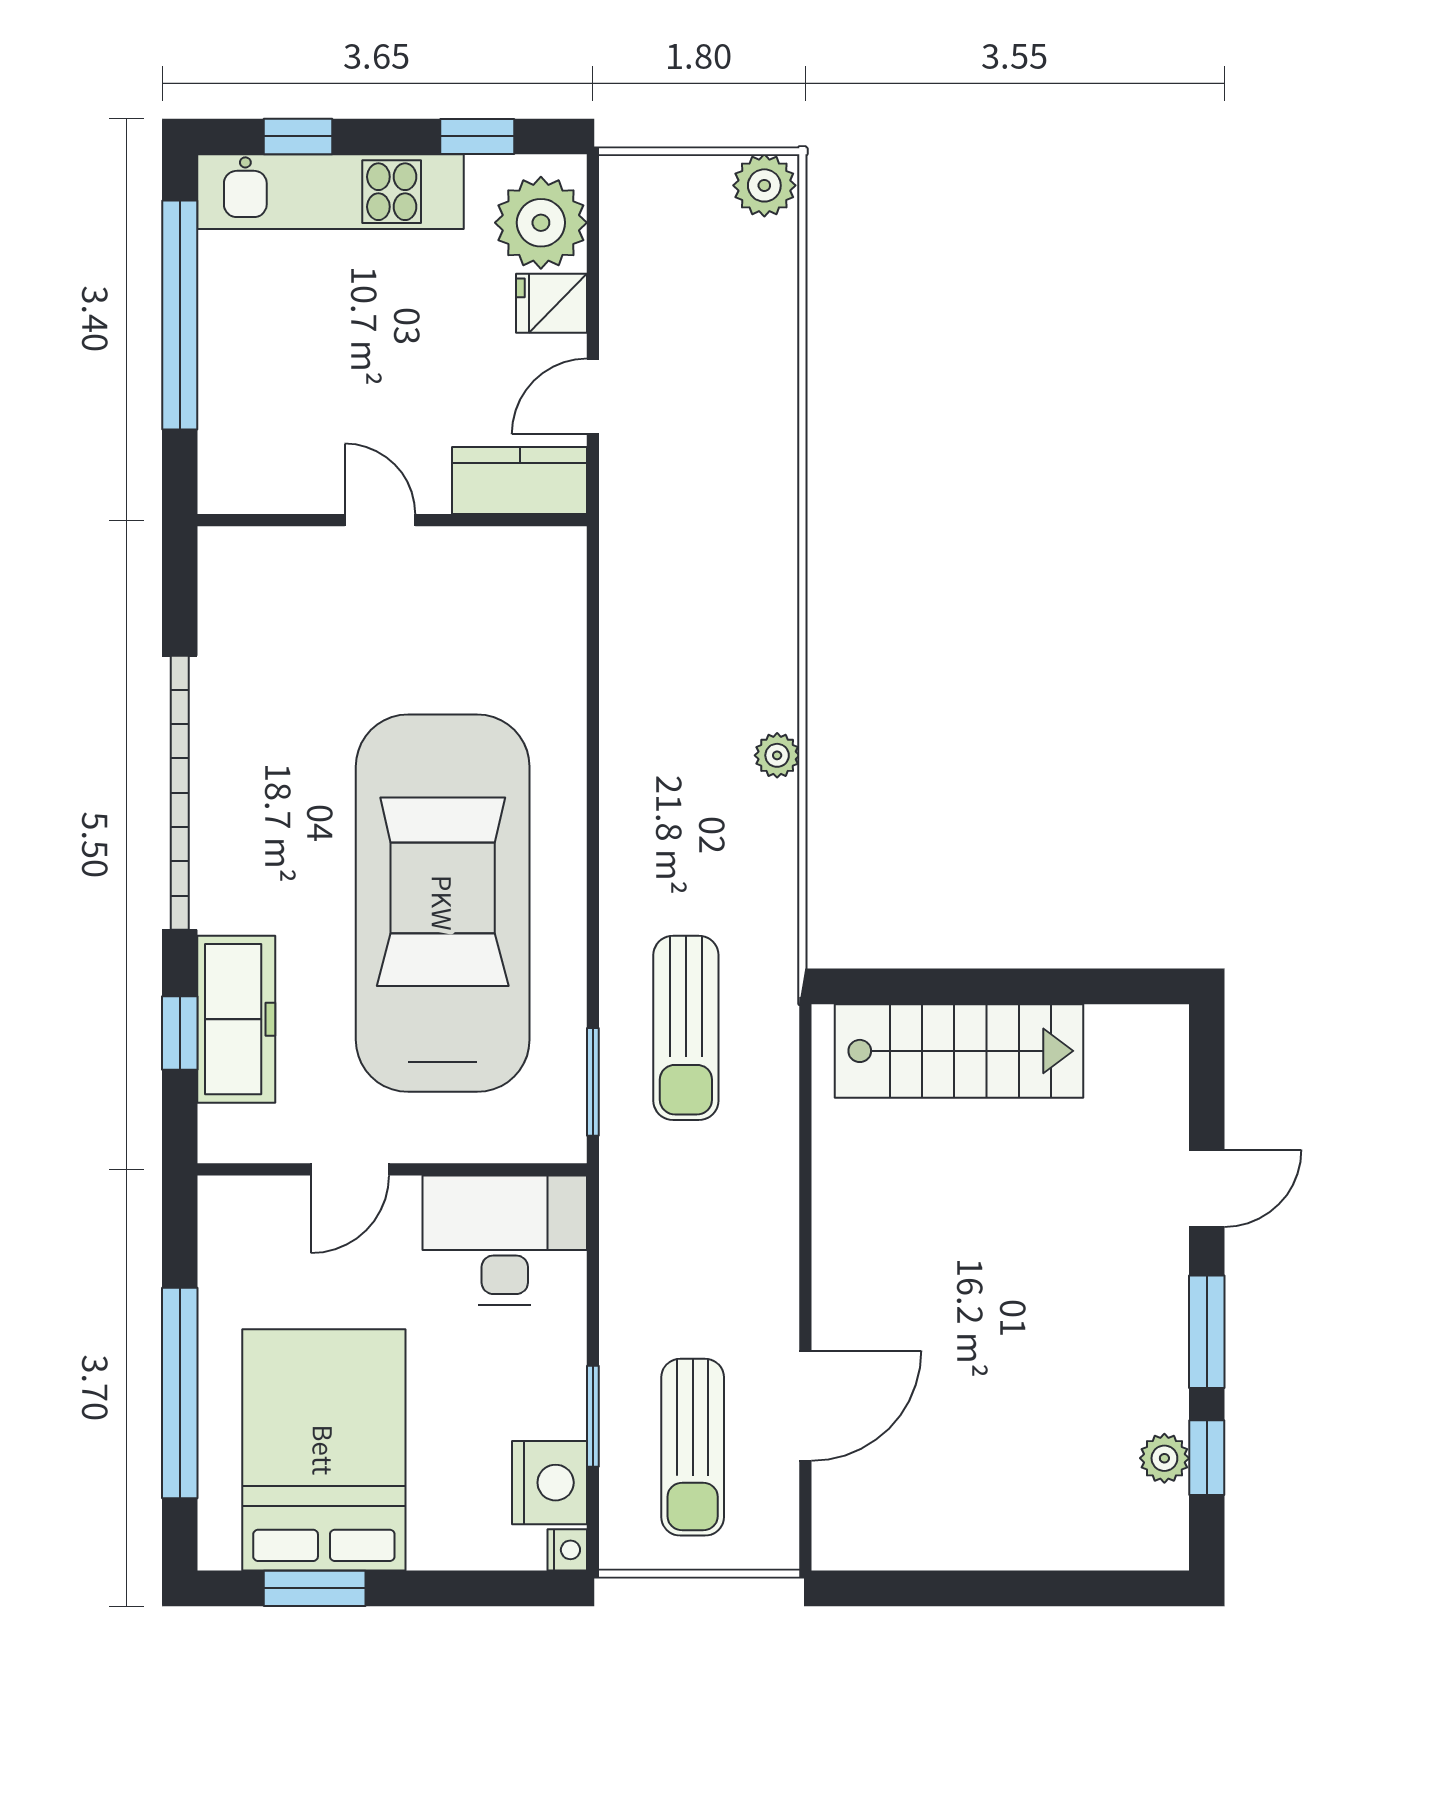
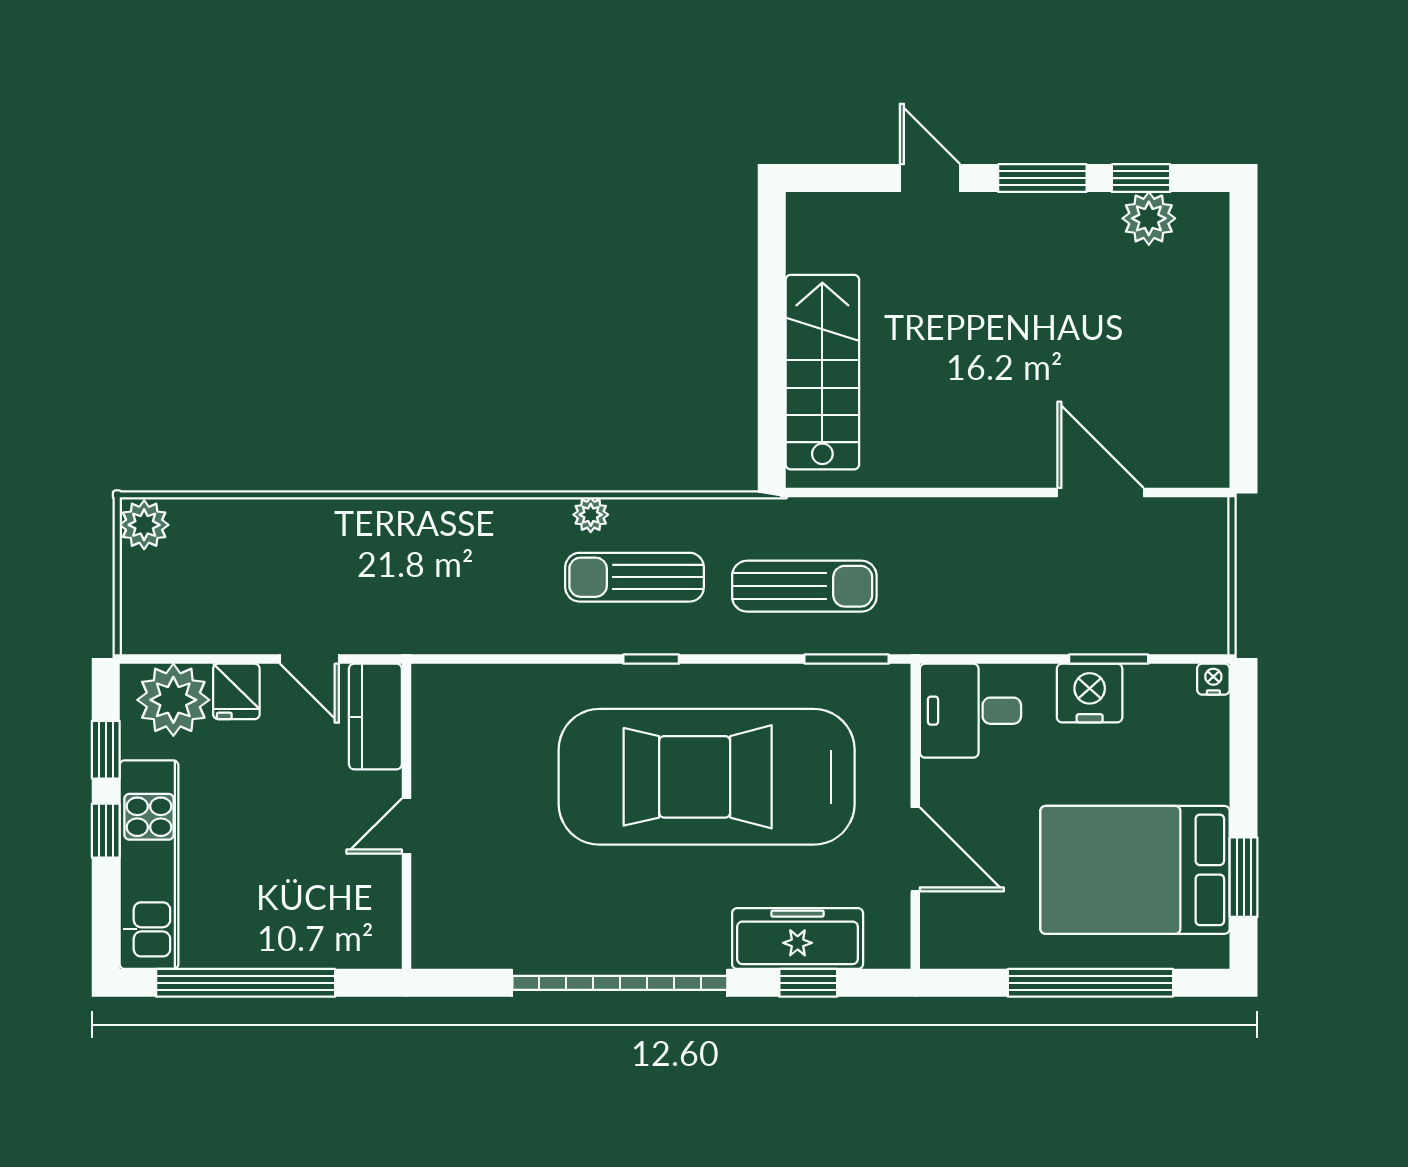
window: (298, 136) -> (106, 831), moved
window: (593, 833) -> (651, 659), added
door: (350, 1169) -> (915, 849), width x1.38
desk: (505, 1240) -> (970, 711), width x0.73
sun lounger: (693, 1447) -> (635, 577), moved, turned 180
plant: (1164, 1458) -> (1149, 218), width x1.38, depth x1.38
nightstand: (550, 1483) -> (1090, 693), moved

